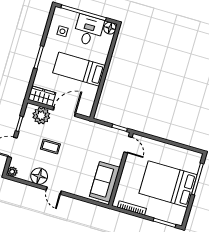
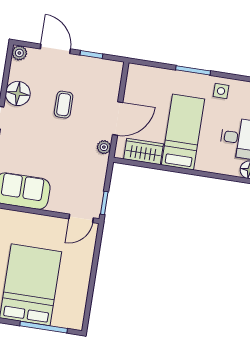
side table: (62, 31) -> (221, 91), moved
wardrobe: (42, 96) -> (143, 151), moved, turned -90
door: (64, 112) -> (118, 119), hinge flipped
plant: (41, 116) -> (104, 147), moved, width x0.53, depth x0.53

